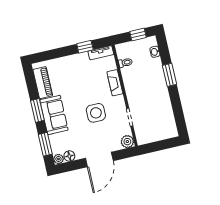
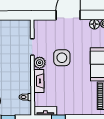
plant: (127, 142) -> (40, 63), moved

